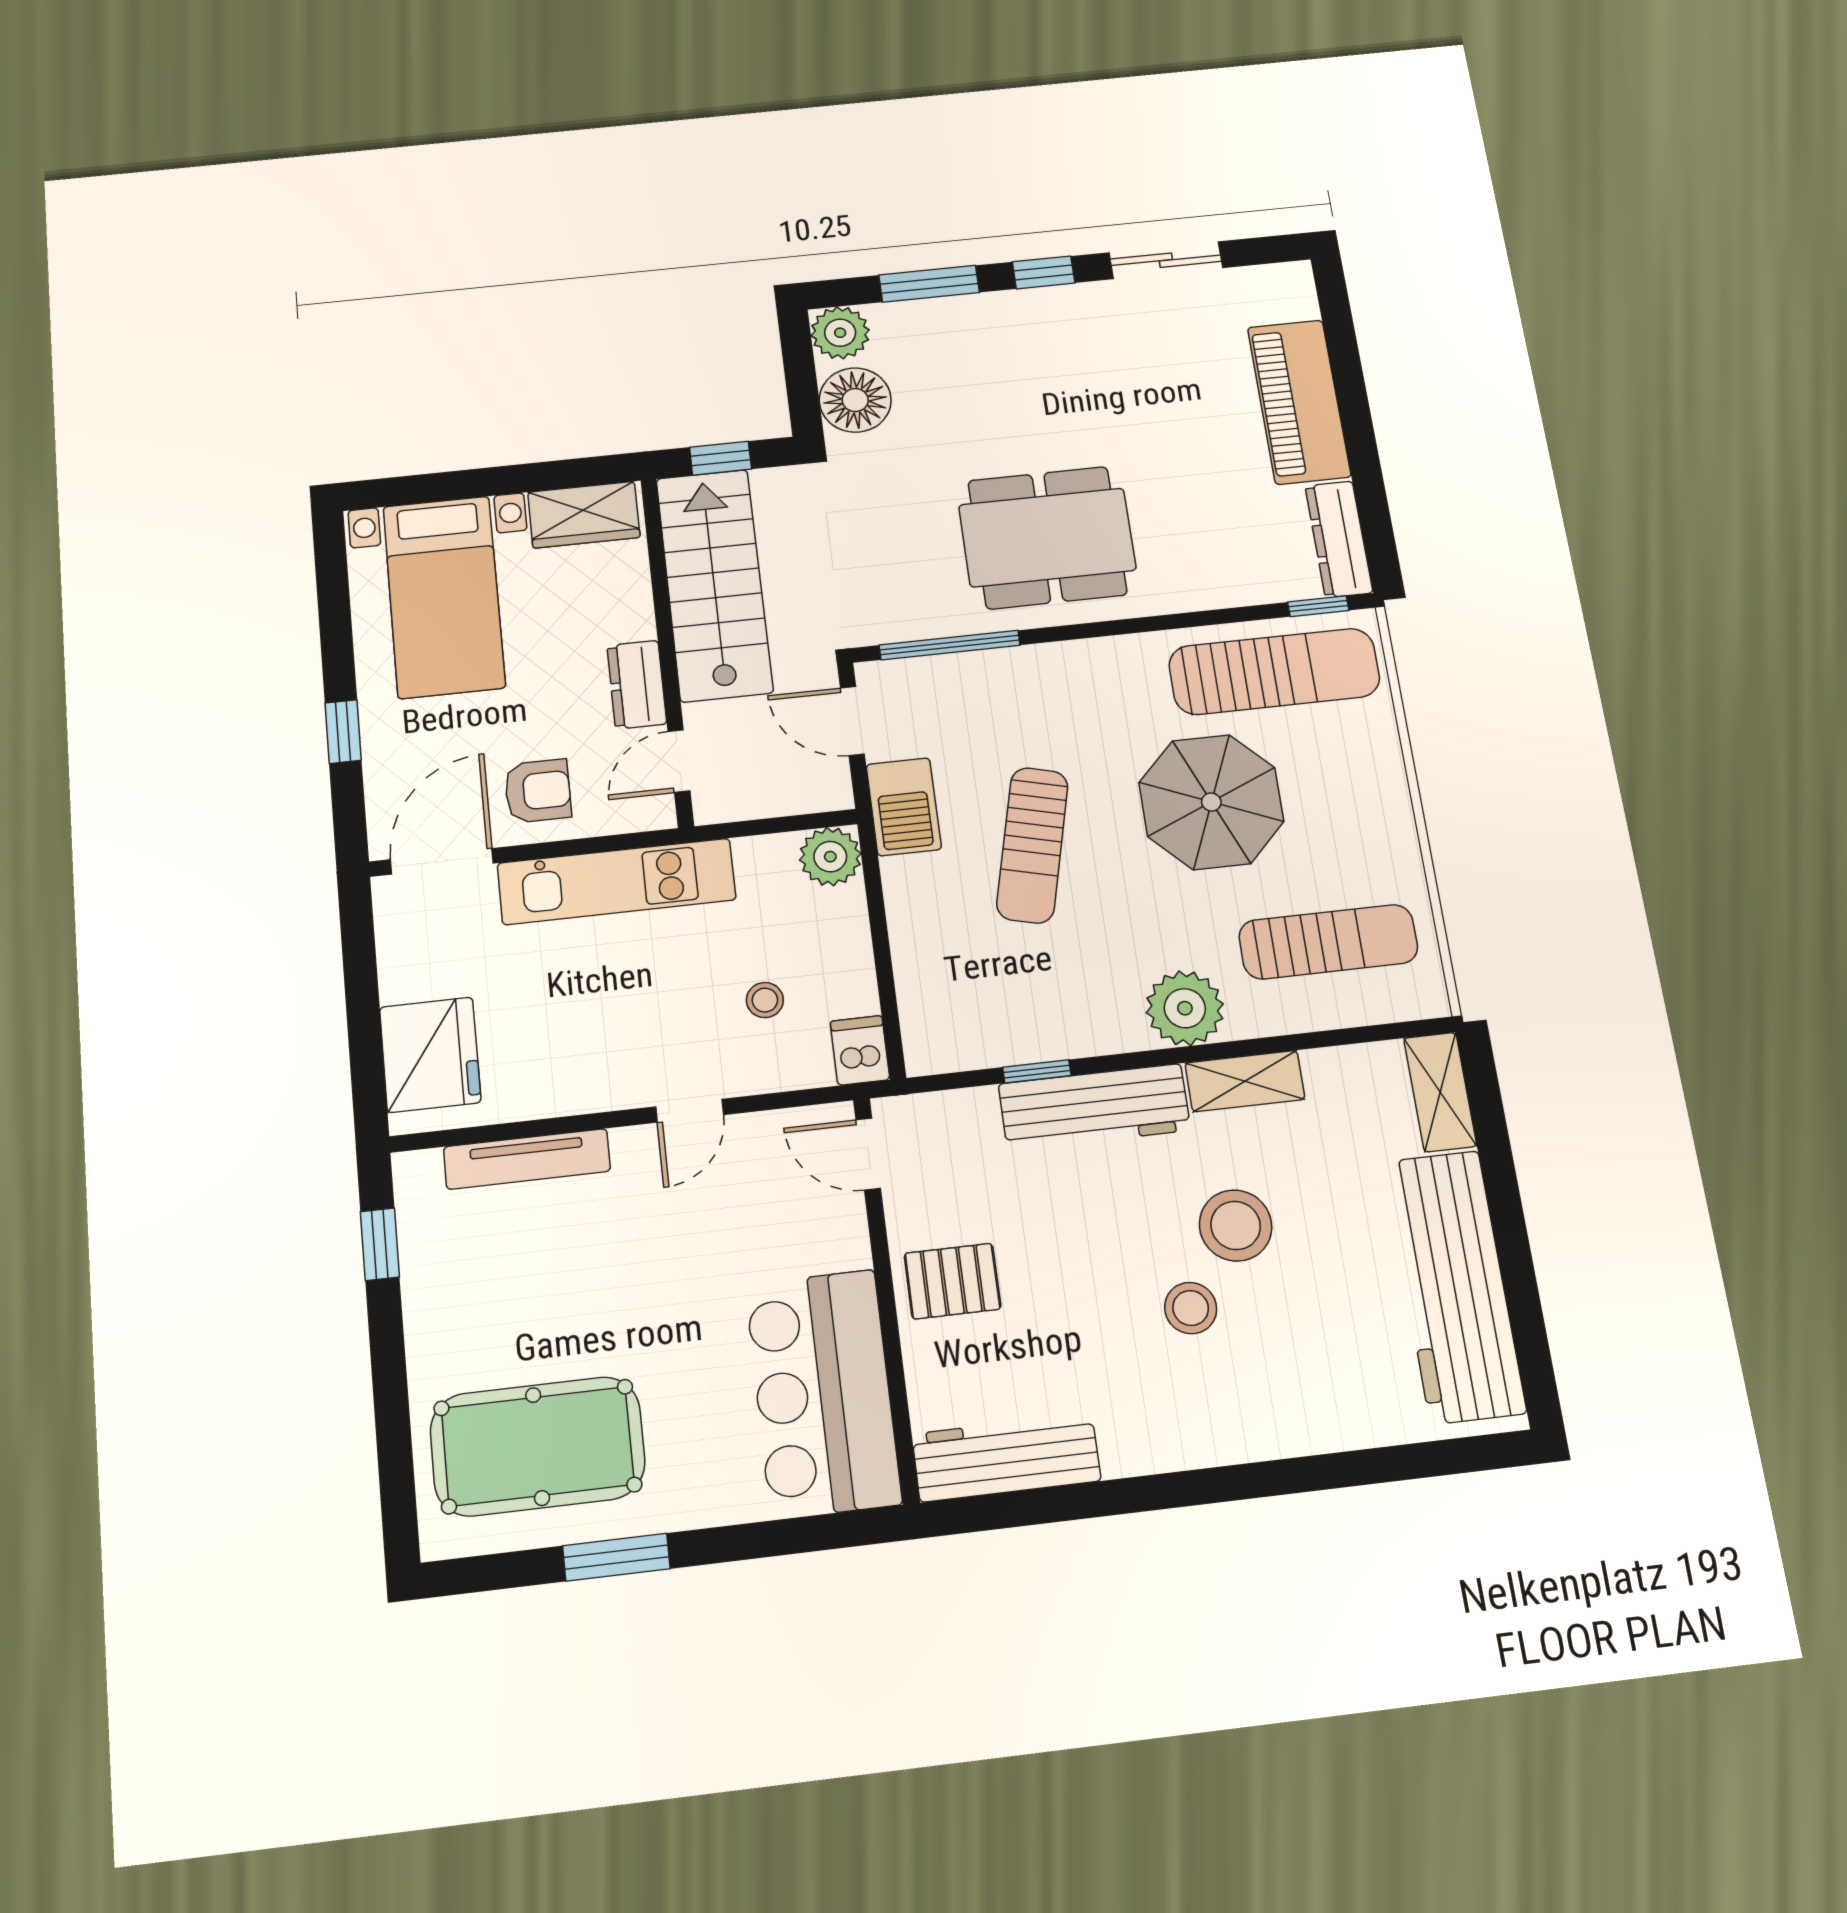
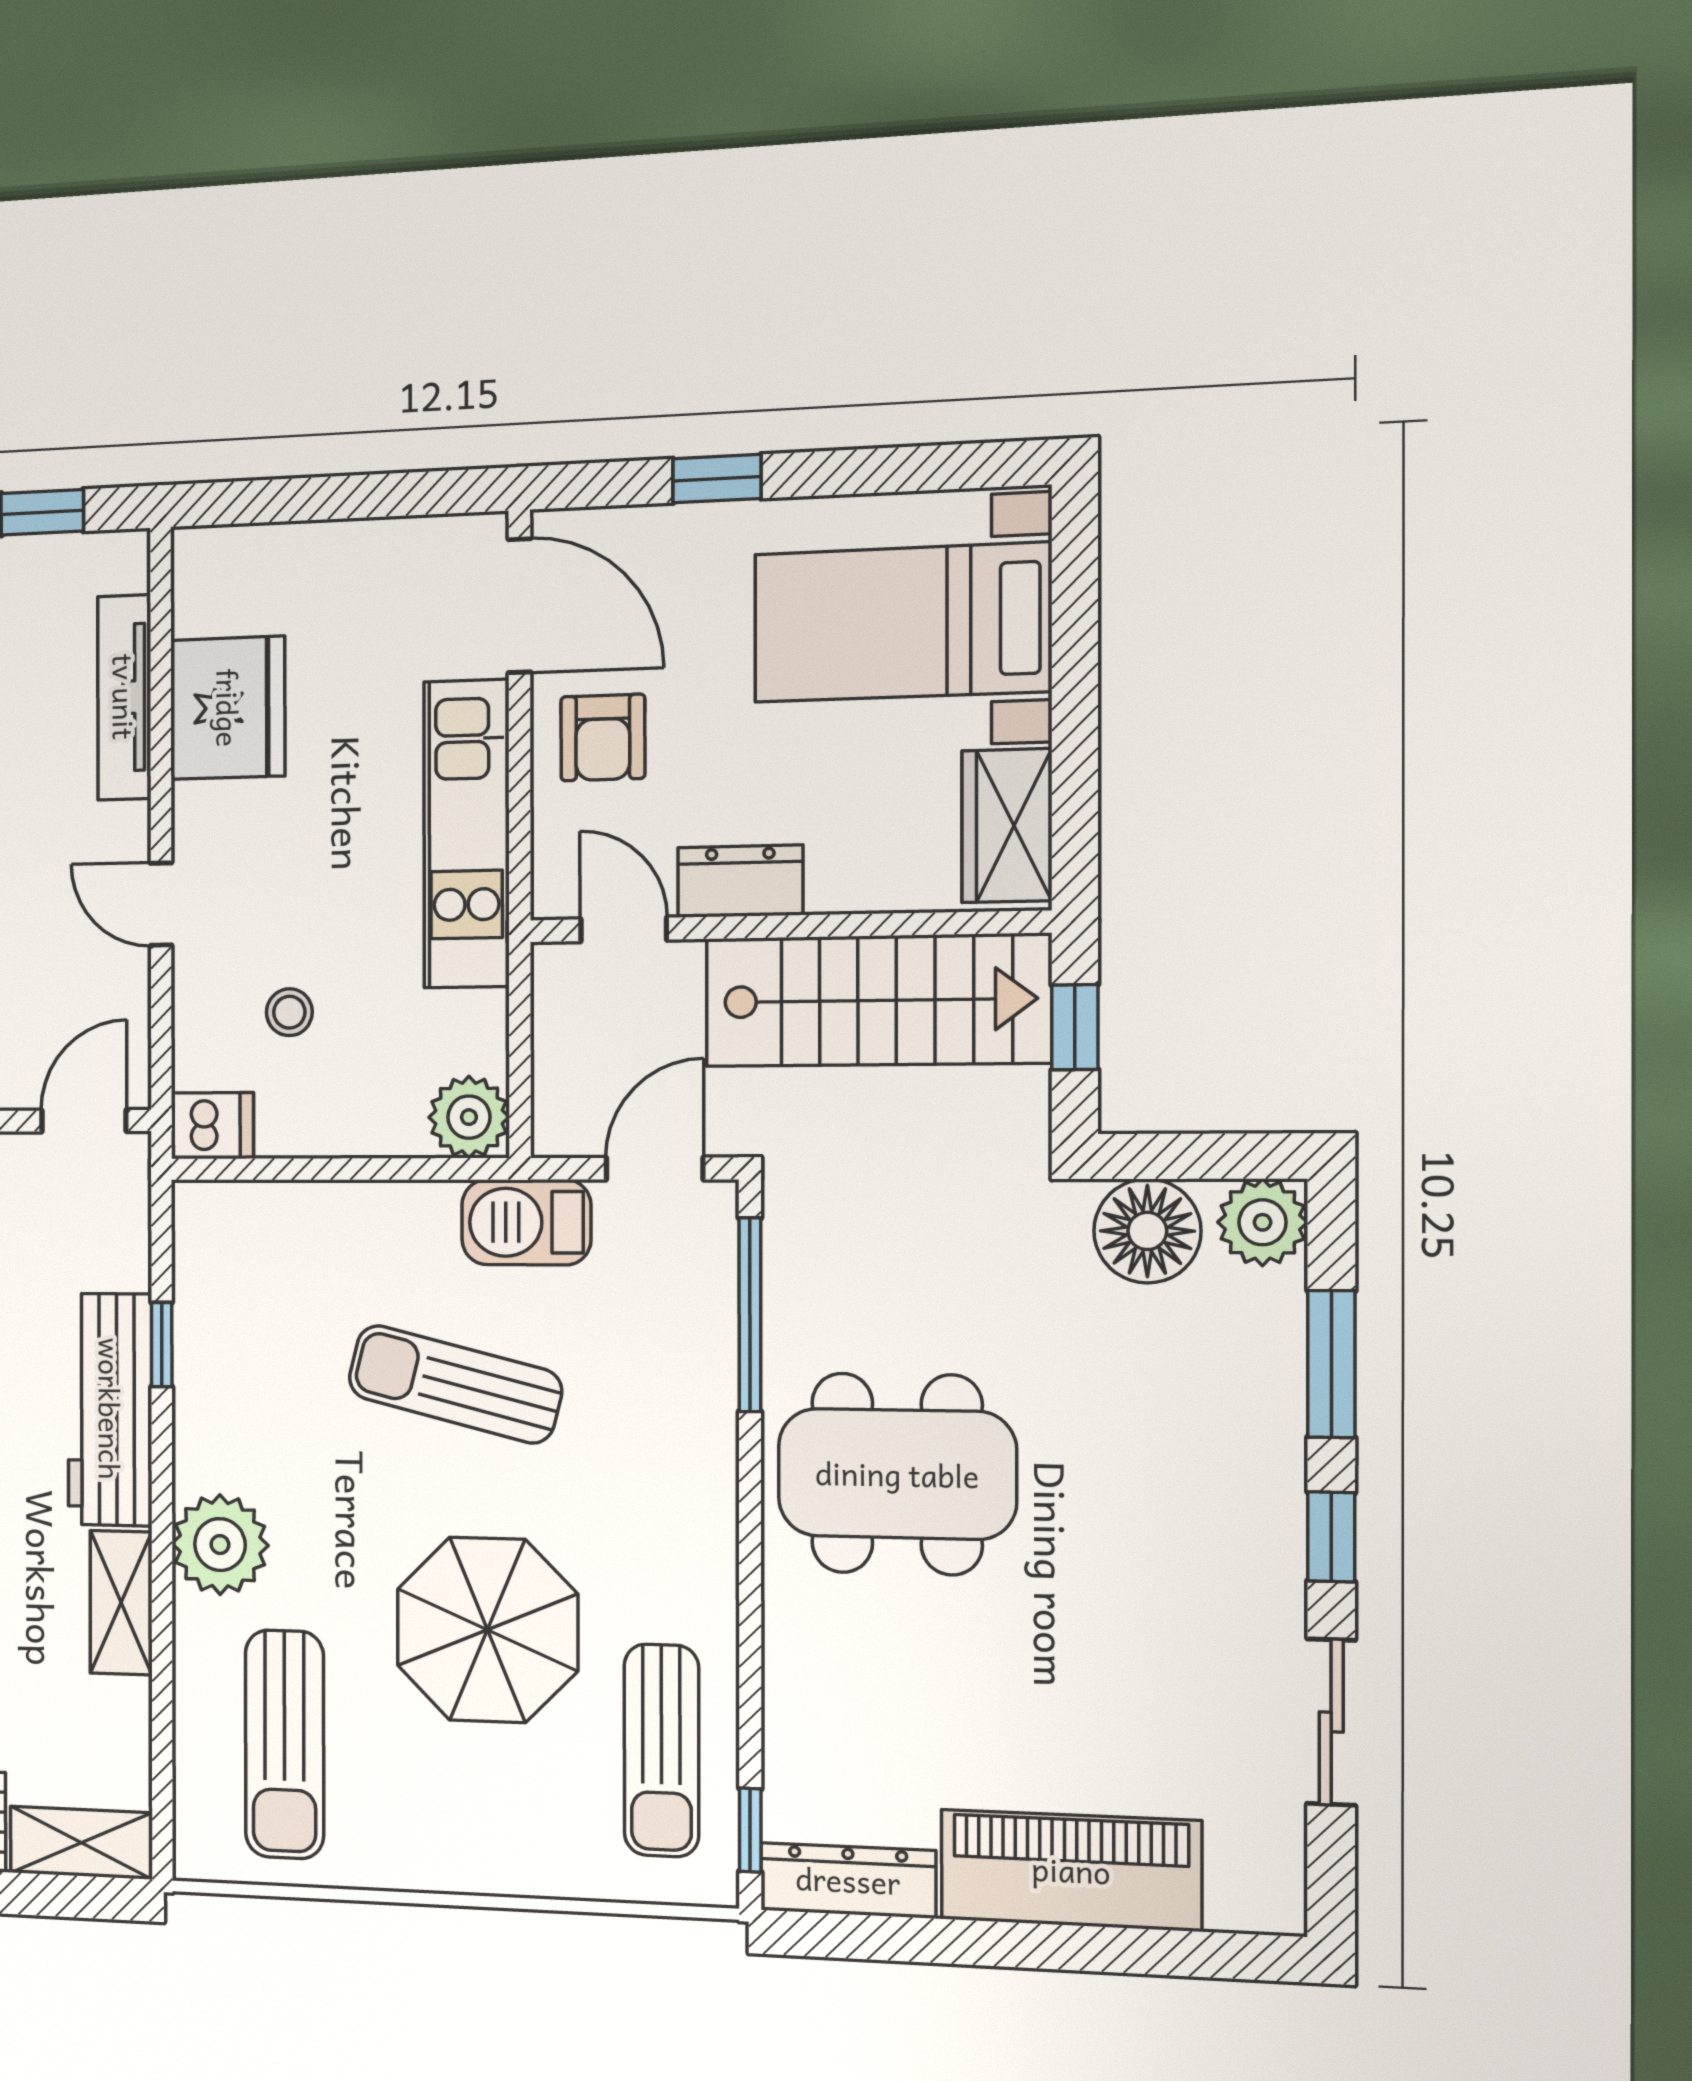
dining table: (1047, 538) -> (897, 1474), turned 90
sun lounger: (1274, 671) -> (661, 1750), width x0.73, depth x0.75
fridge: (430, 1055) -> (228, 708), moved, turned -90

